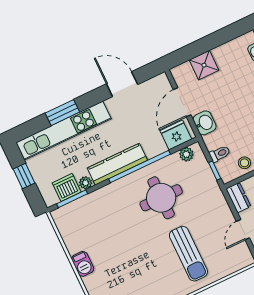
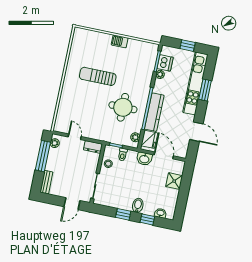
door: (122, 84) -> (196, 132), hinge flipped
kitchen counter: (117, 164) -> (154, 112), moved
sun lounger: (188, 254) -> (98, 76), moved

